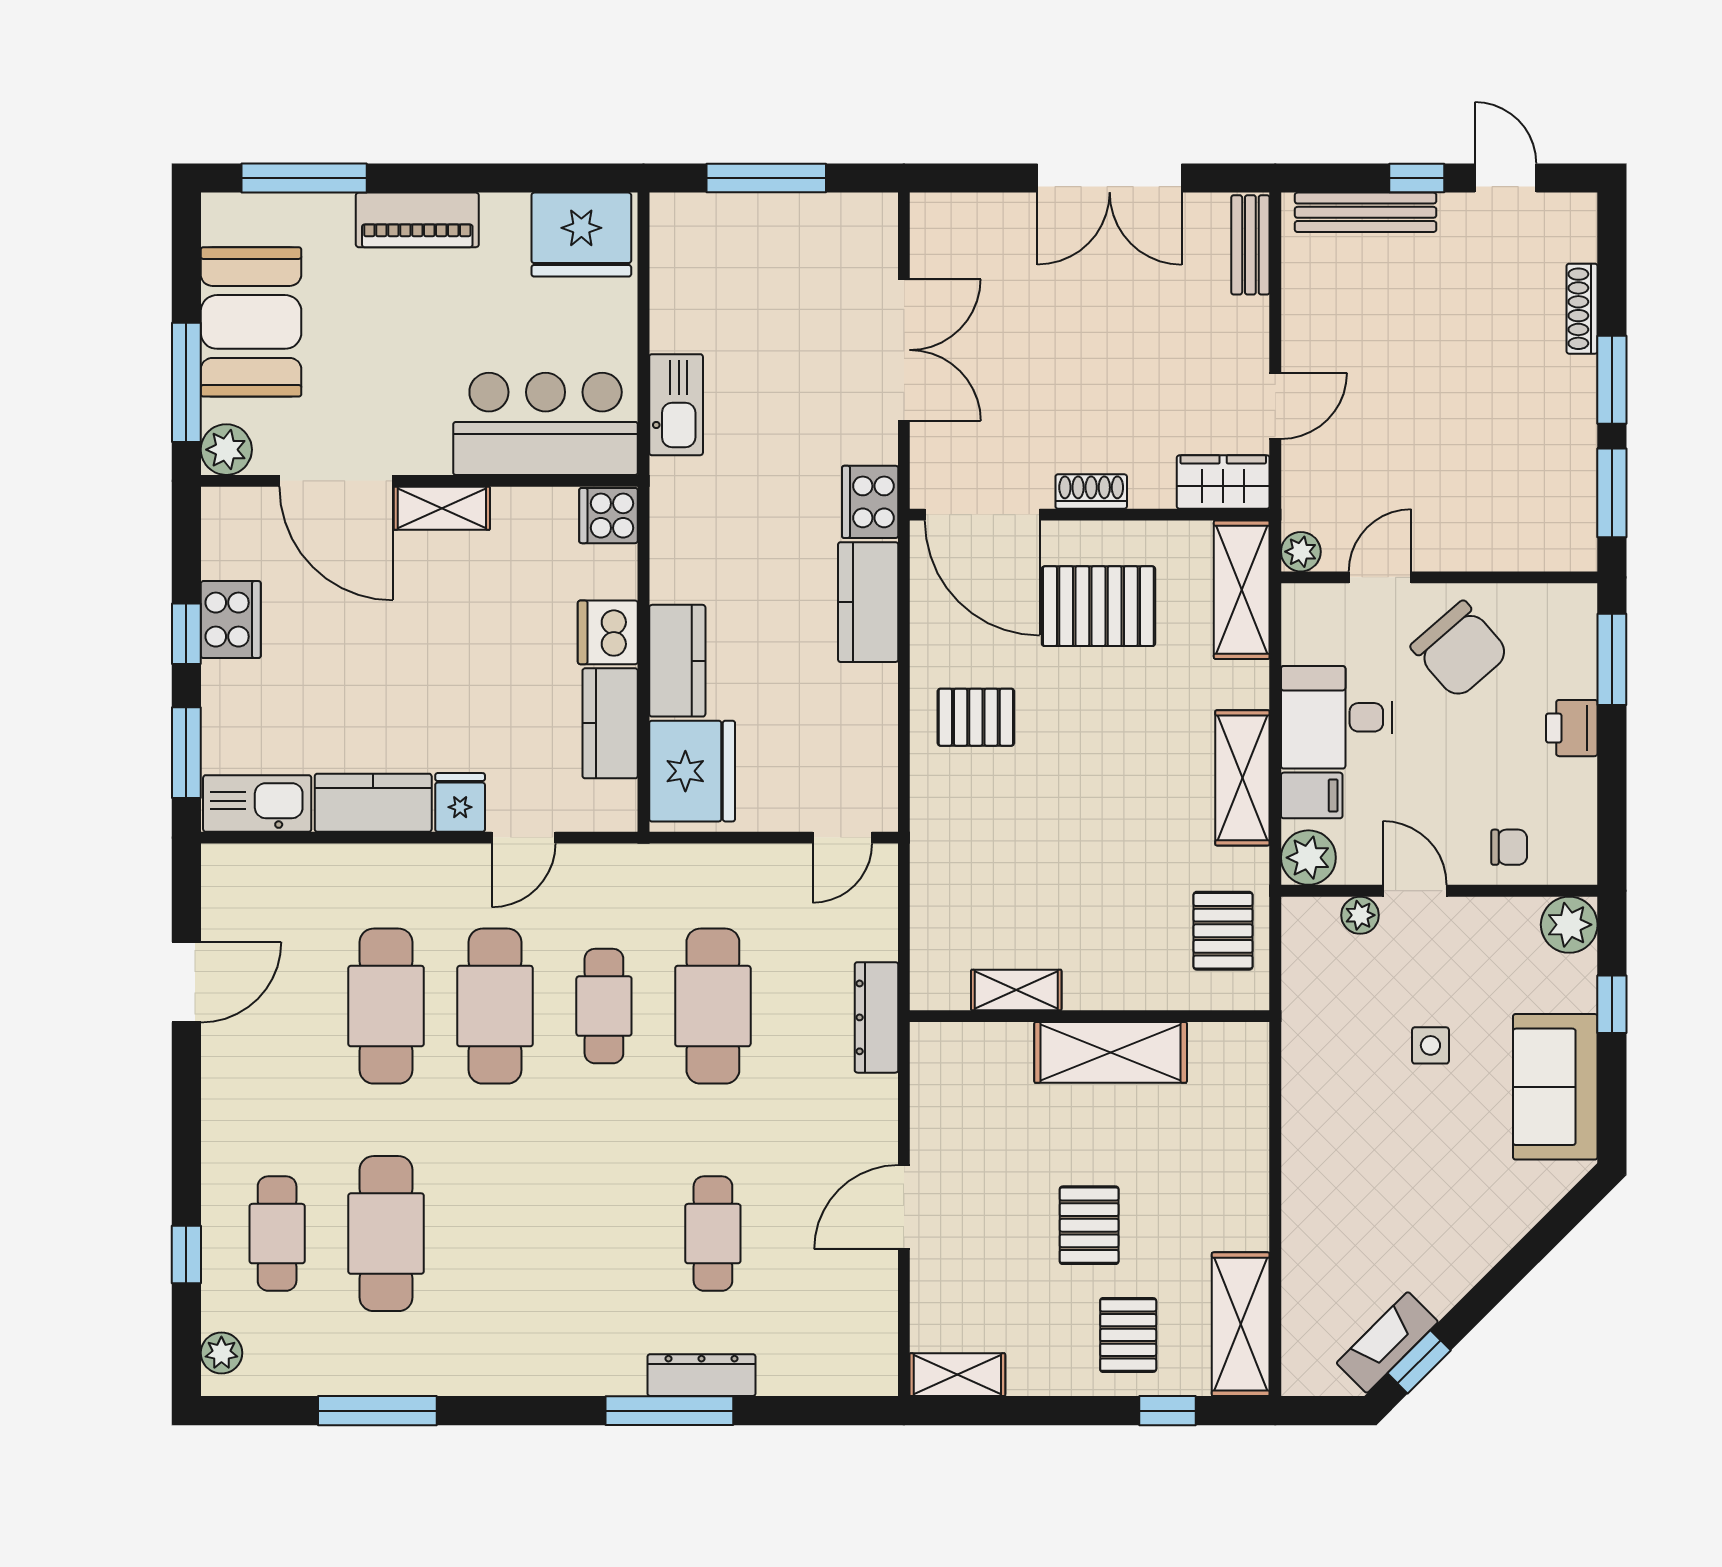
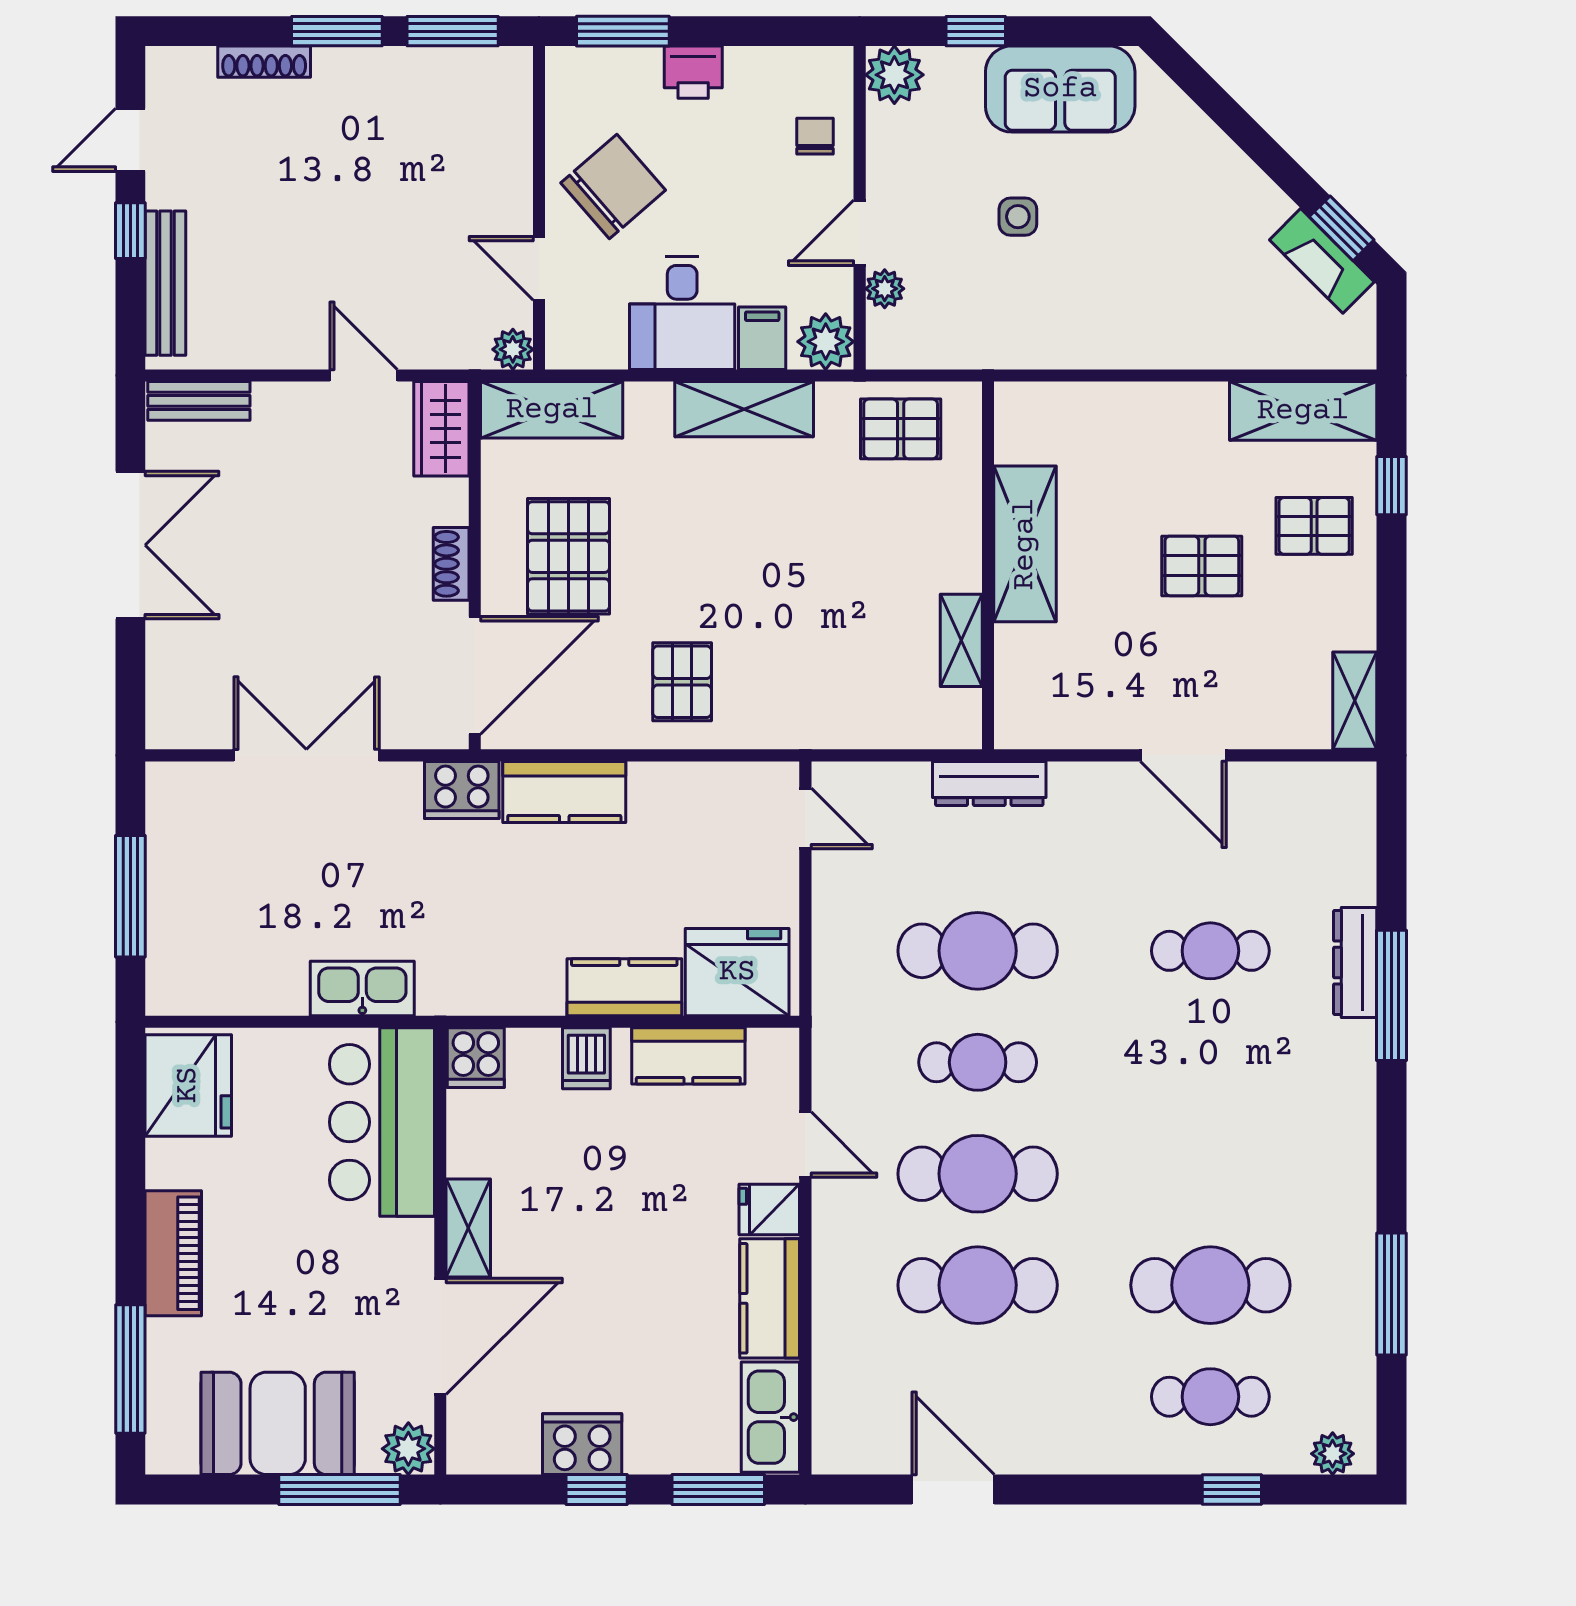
dishwasher: (608, 632) -> (586, 1058), width x0.73

